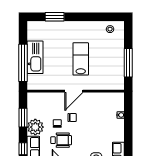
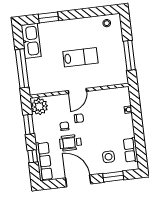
kitchen sink: (35, 57) -> (31, 41), moved
lab bench: (81, 59) -> (80, 57), turned 90
plant: (35, 127) -> (39, 107), moved
wheelchair: (61, 140) -> (70, 143), turned 180

